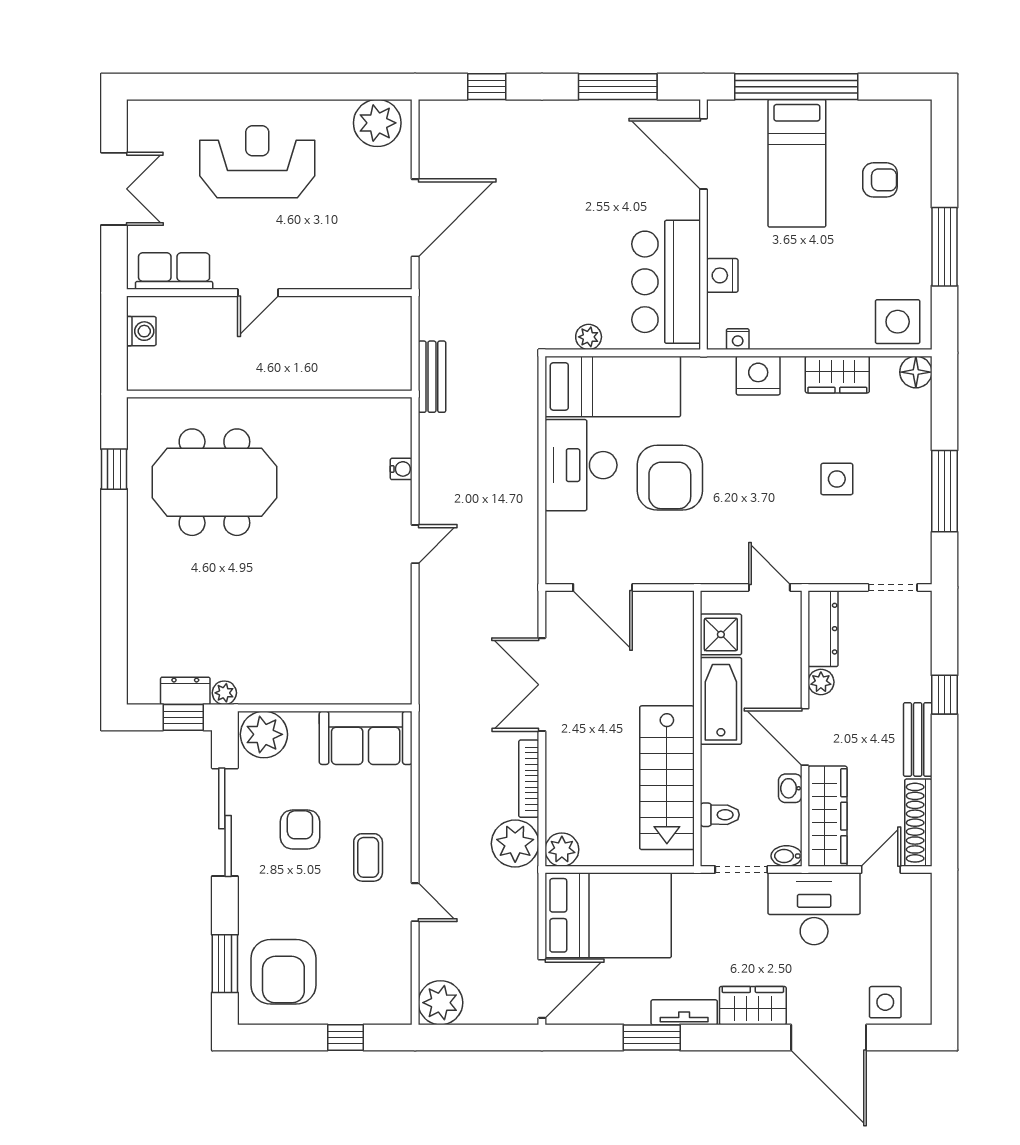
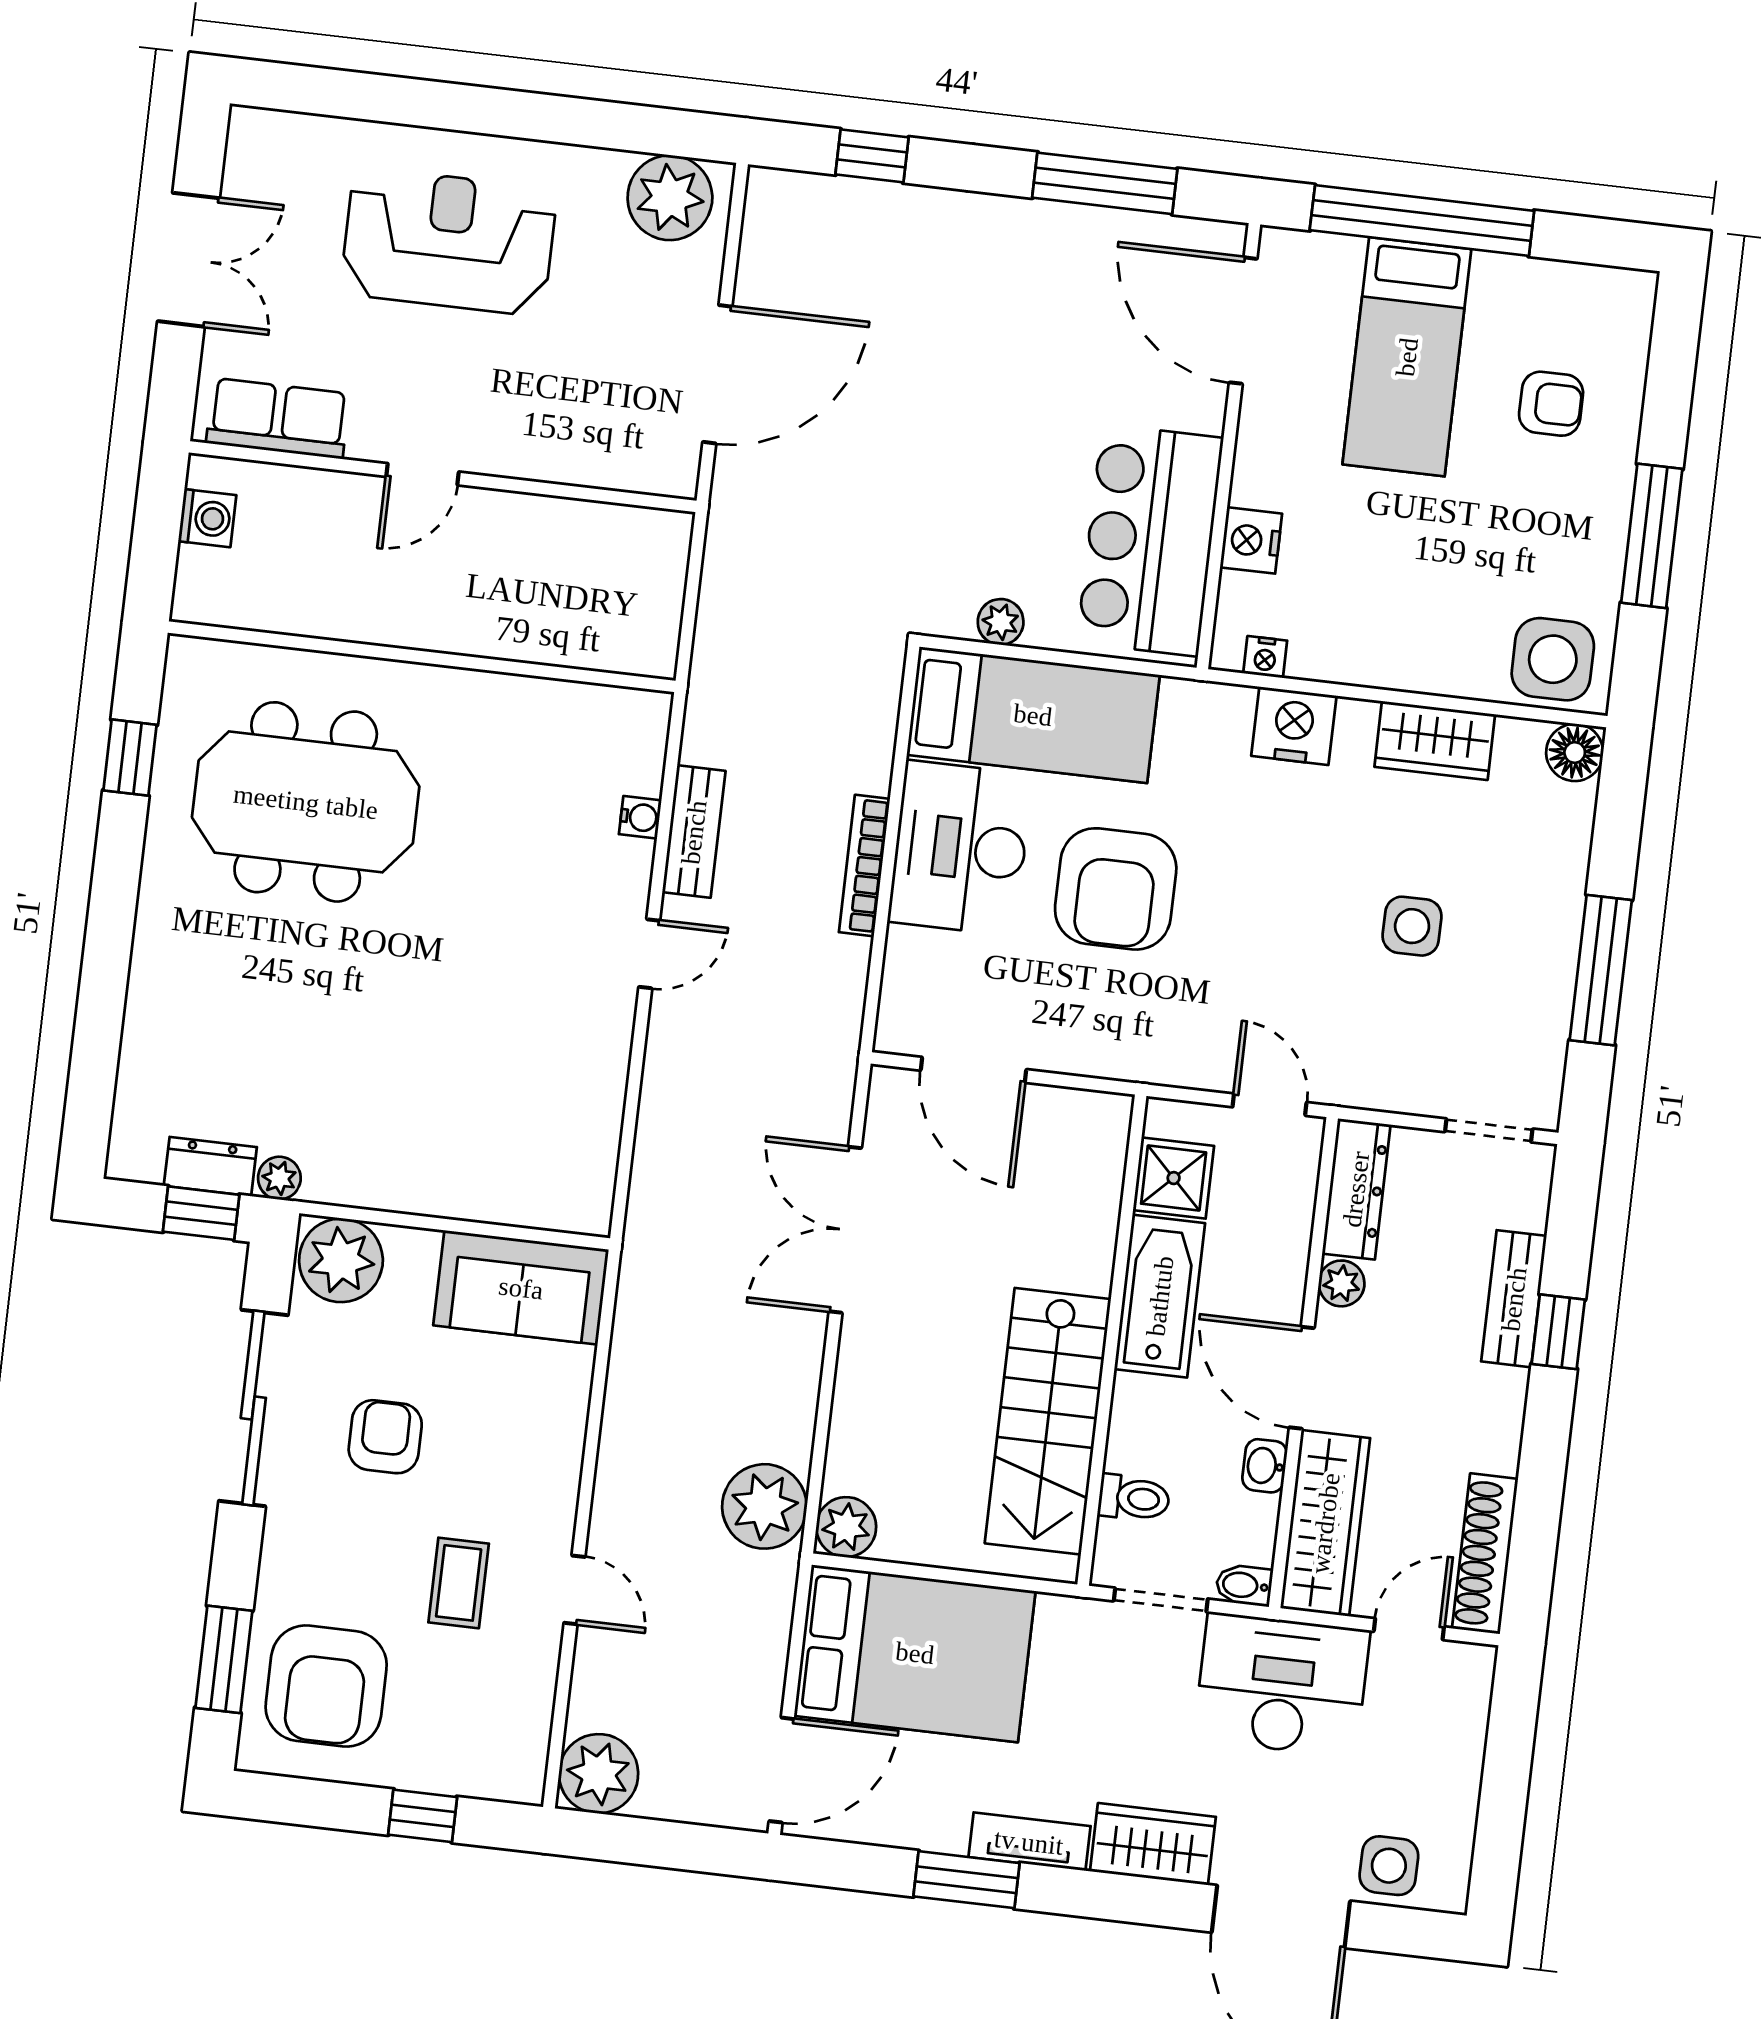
bench: (432, 377) -> (694, 832), moved
bench: (918, 739) -> (1514, 1299), moved
bookcase: (529, 779) -> (864, 865), moved
coffee table: (368, 857) -> (459, 1583), moved

